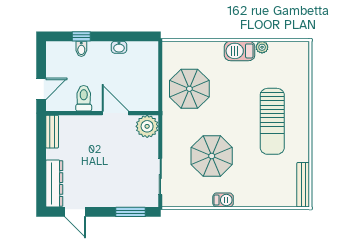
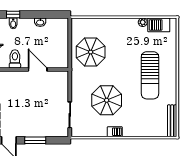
barbecue: (240, 51) -> (159, 25), moved
plant: (147, 126) -> (60, 79), removed
window: (130, 212) -> (35, 140), moved

